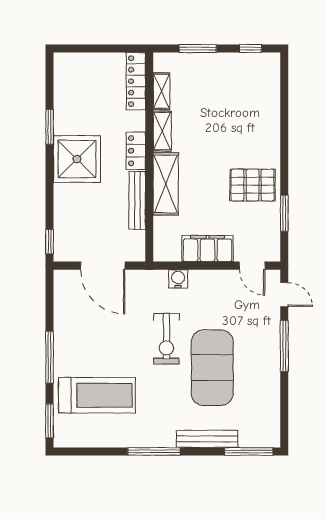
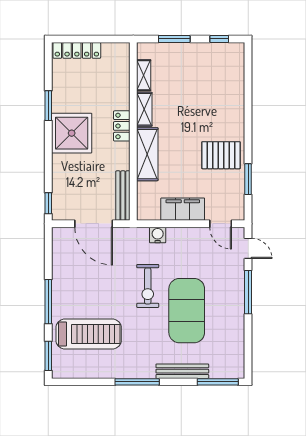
locker: (136, 81) -> (77, 50), moved, turned -90
bench: (137, 200) -> (123, 196), moved

